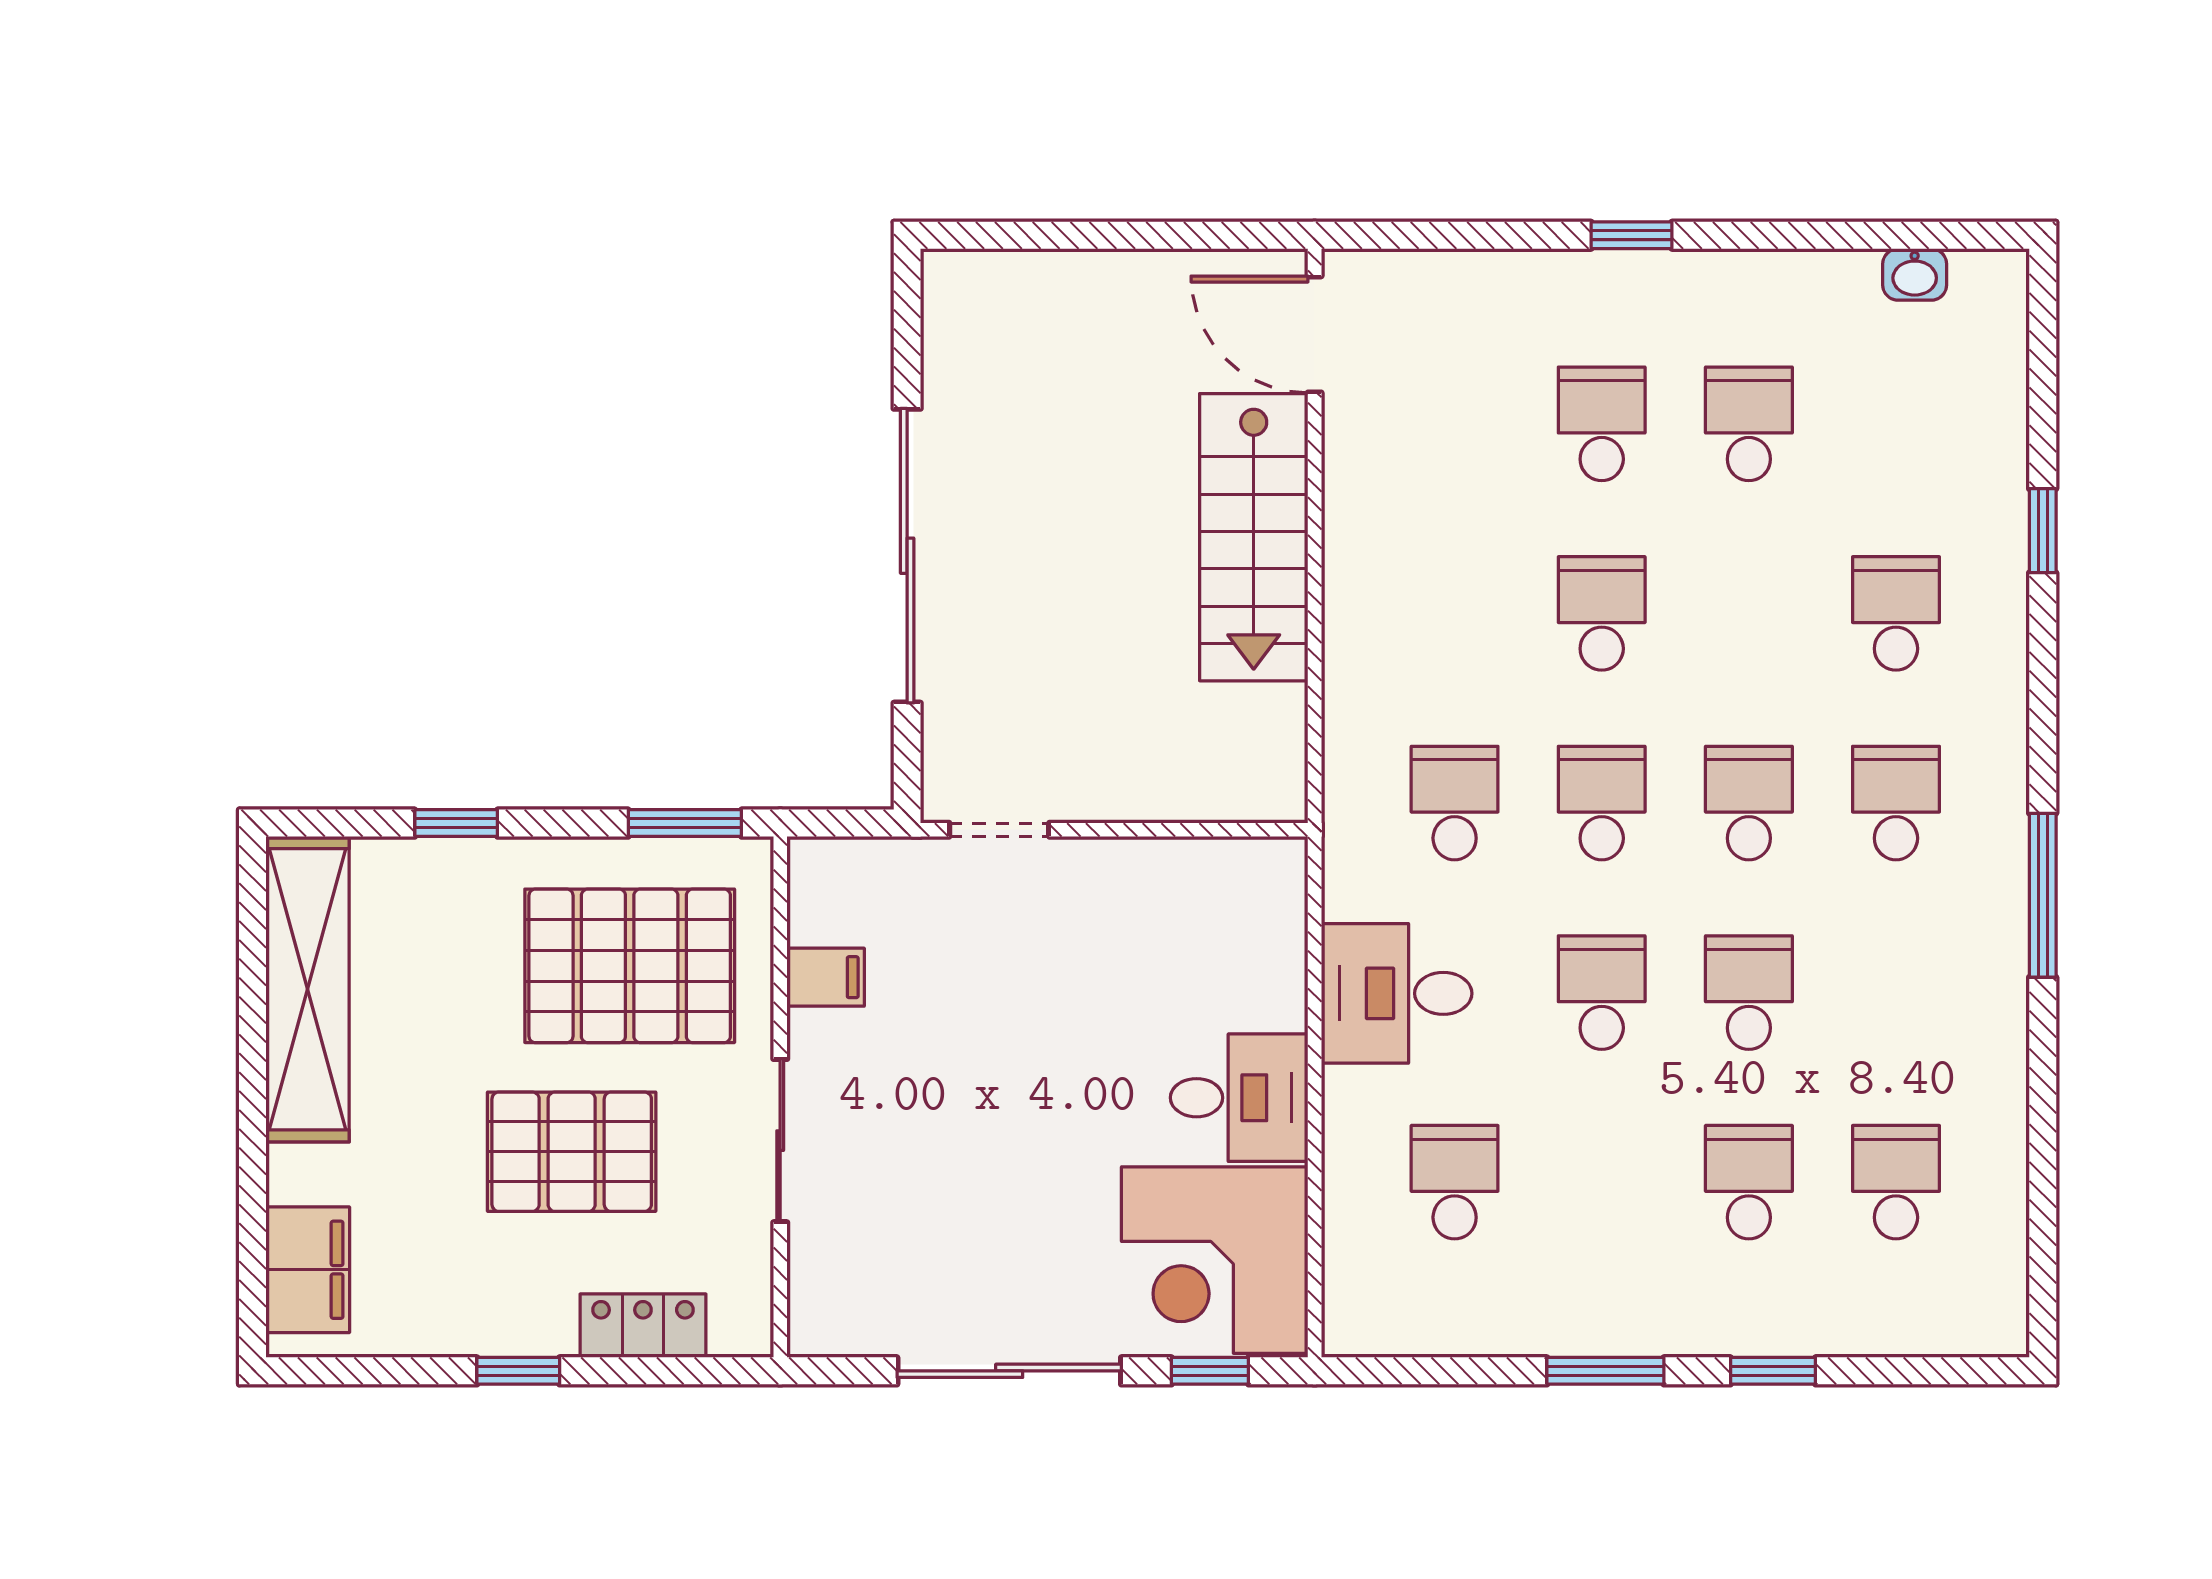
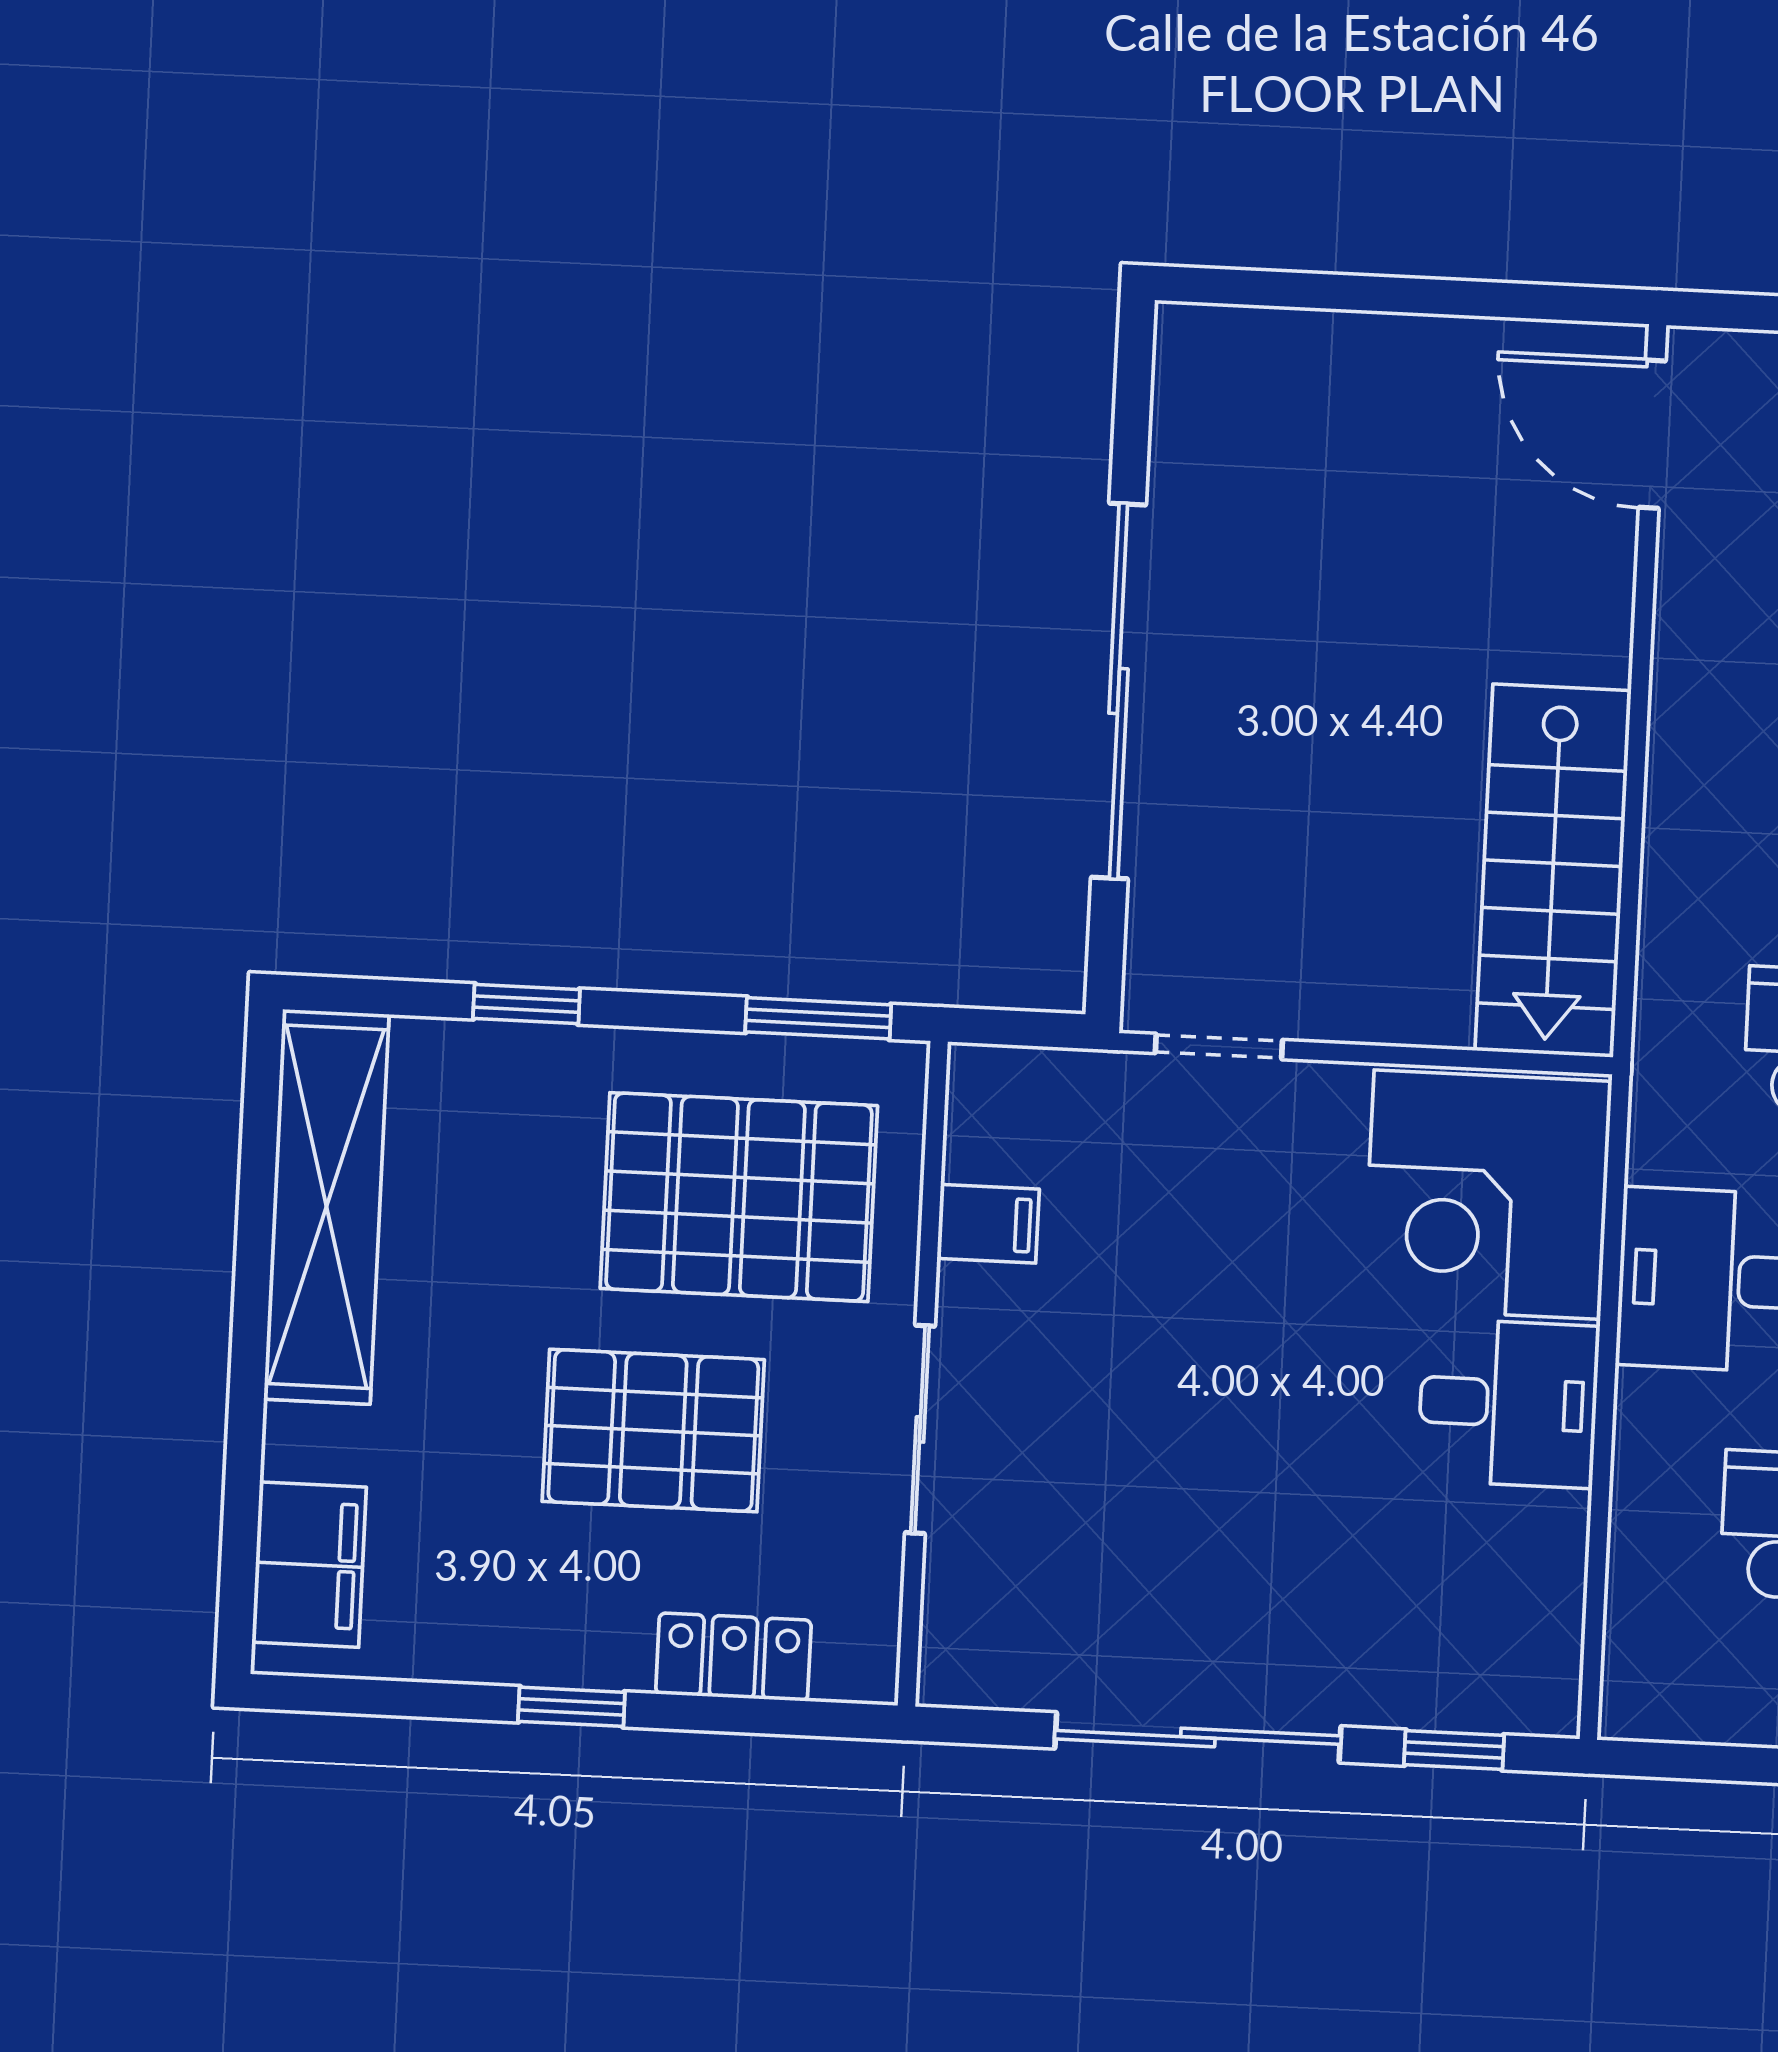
stairs: (1254, 537) -> (1553, 871), moved
corner desk: (1215, 1260) -> (1487, 1195), moved

